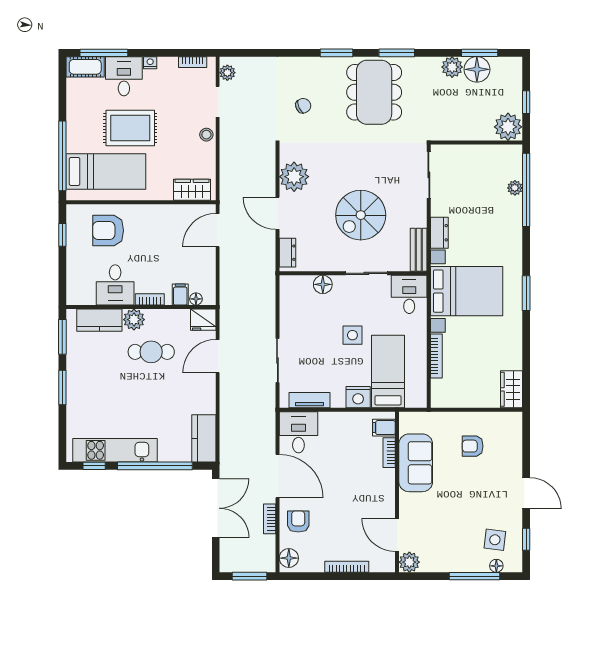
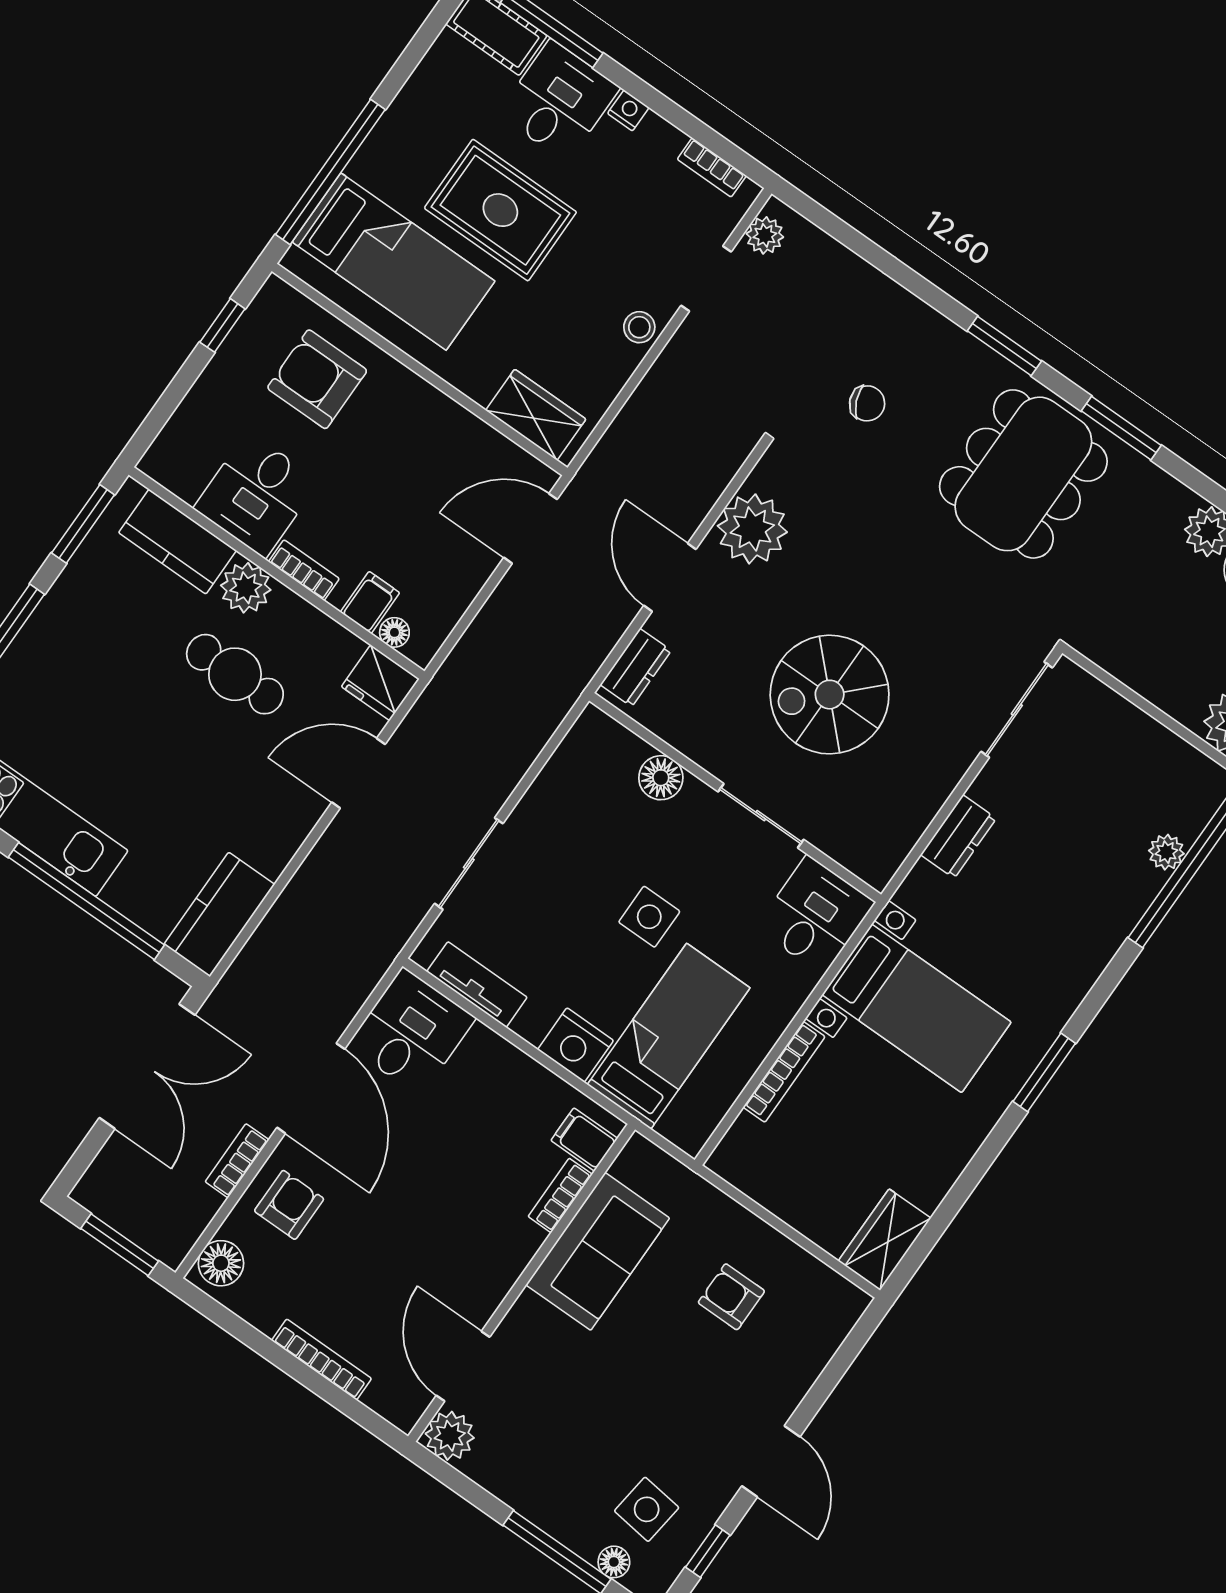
bench: (419, 250) -> (895, 841), removed
bed with nightstands: (467, 291) -> (917, 1008), width x0.73

